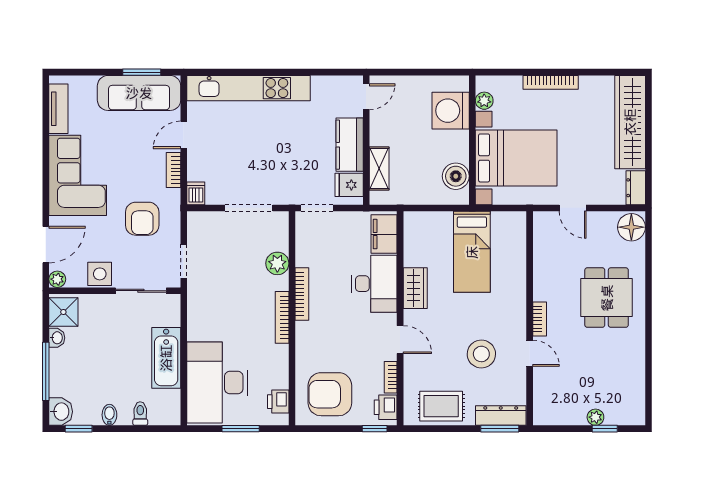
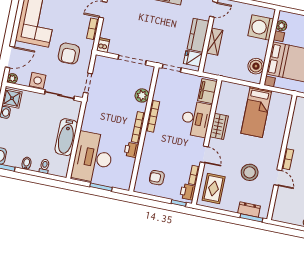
shelving: (379, 169) -> (215, 42), moved
armchair: (330, 394) -> (157, 178), width x0.53, depth x0.53
printer: (278, 402) -> (131, 150), moved
rug: (441, 406) -> (214, 188), moved, turned 90
dresser: (501, 416) -> (249, 210), width x0.70

